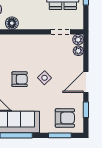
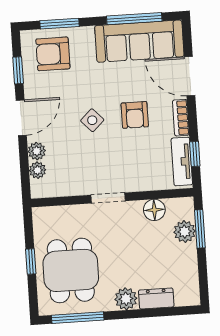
doorway: (61, 32) -> (108, 198), moved
plant: (78, 40) -> (37, 151), moved
armchair: (20, 79) -> (135, 115), turned -90

